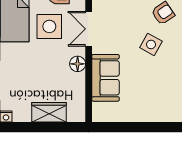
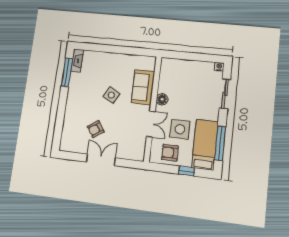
side table: (151, 44) -> (111, 95), moved
wardrobe: (49, 112) -> (187, 67), removed

